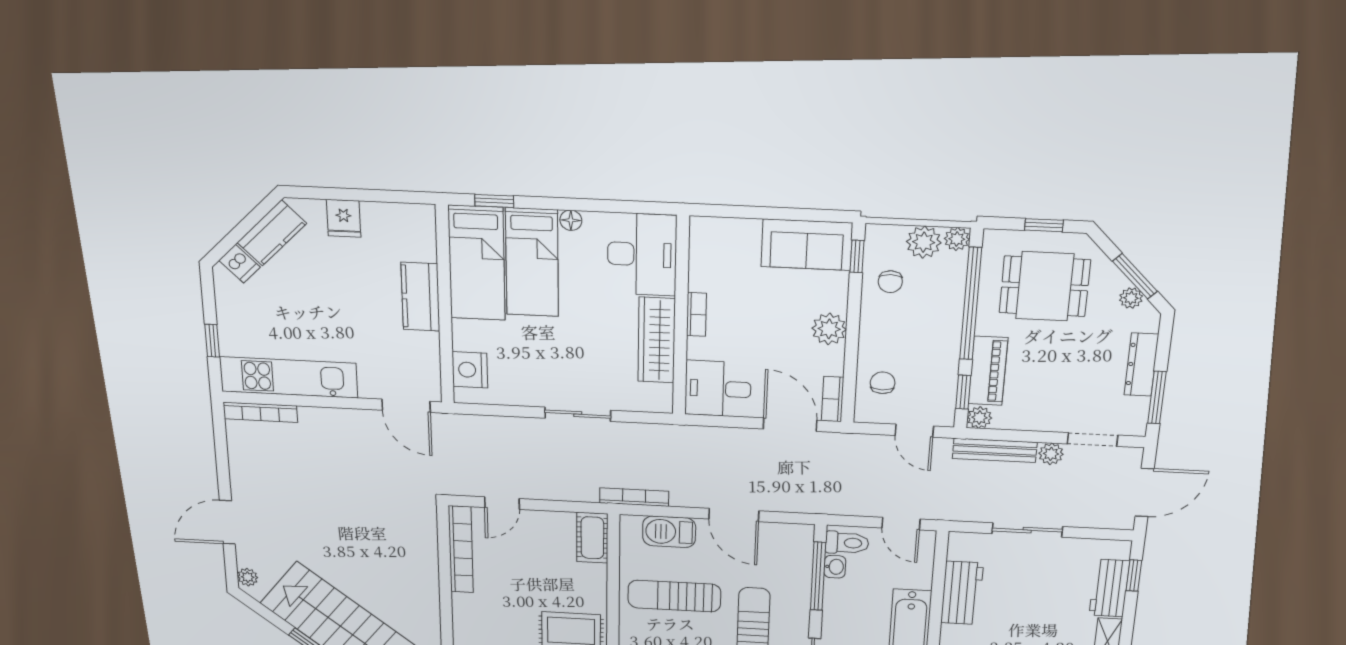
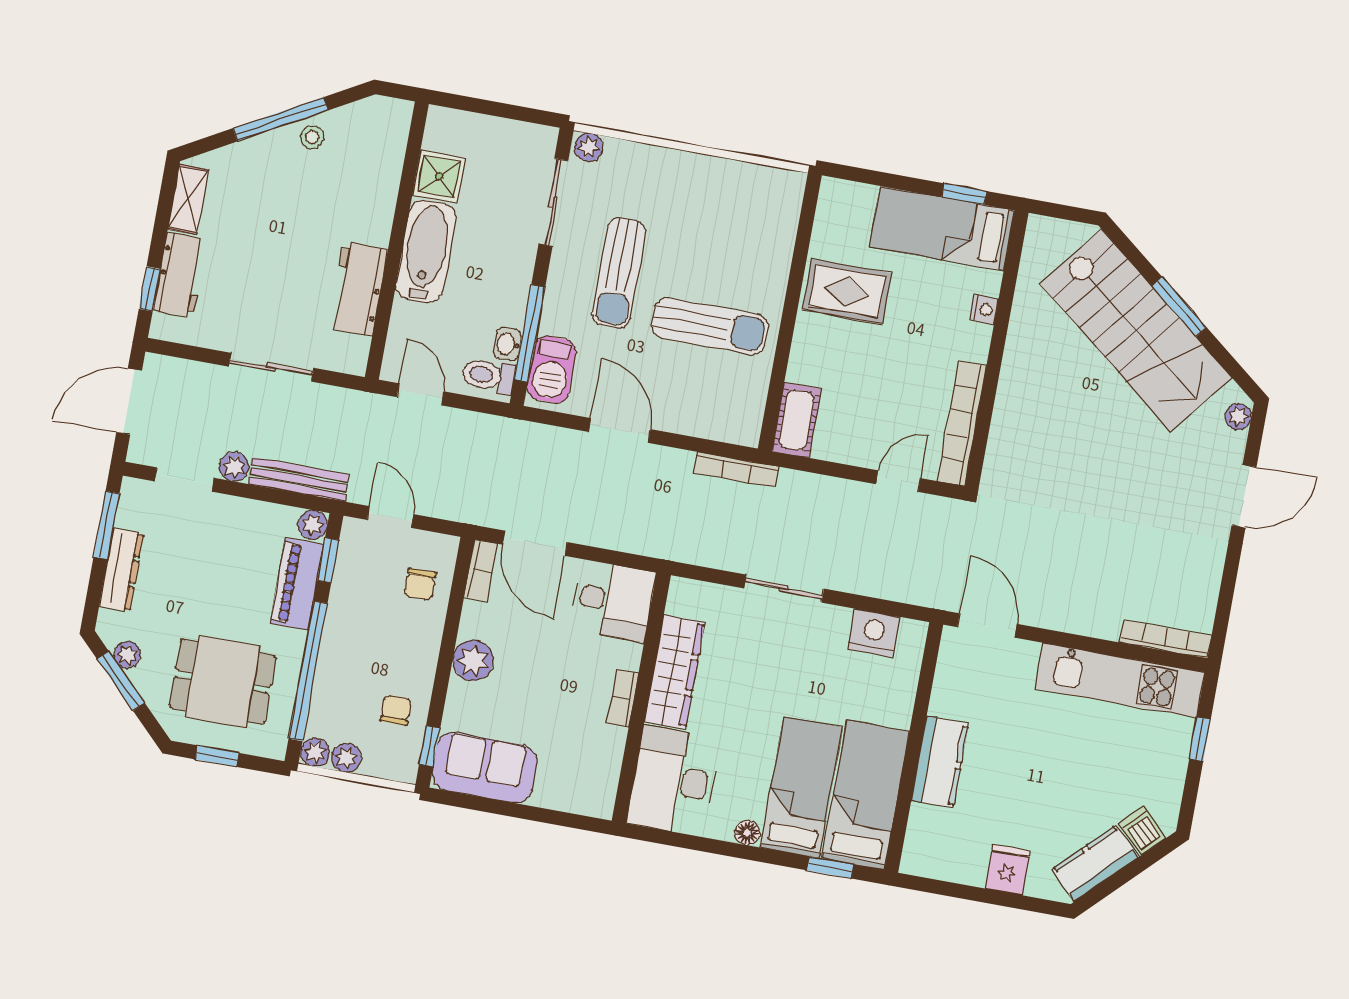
plant: (924, 242) -> (346, 758), width x0.73, depth x0.73
nightstand: (470, 370) -> (874, 633), moved, turned -90
barbecue: (669, 532) -> (551, 370), moved, turned 90
nightstand: (462, 629) -> (984, 309), added

